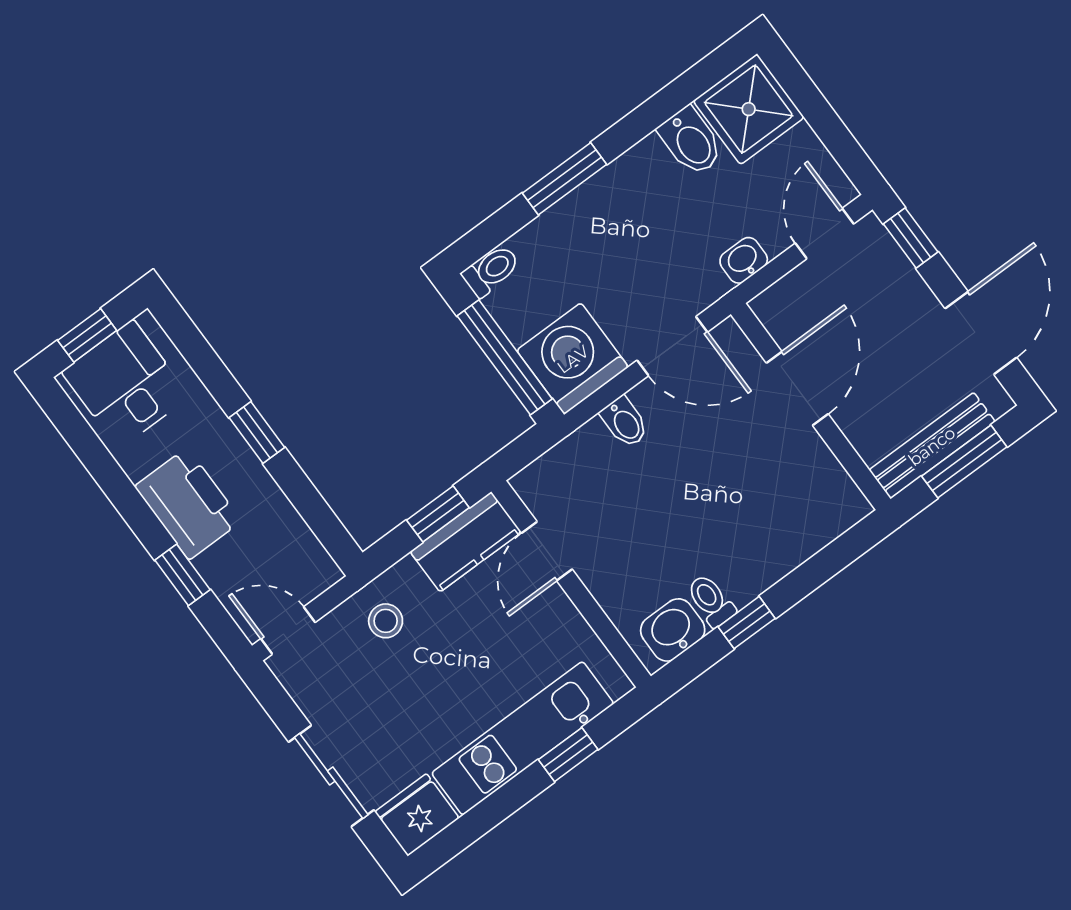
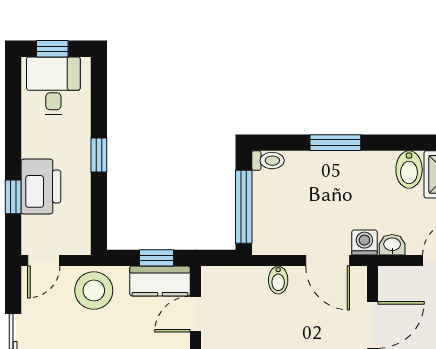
washing machine: (573, 359) -> (364, 243), moved, width x0.53, depth x0.53
printer: (188, 504) -> (41, 186), moved
stool: (386, 621) -> (94, 290), width x1.89, depth x1.89
door: (288, 631) -> (44, 261), swing flipped

